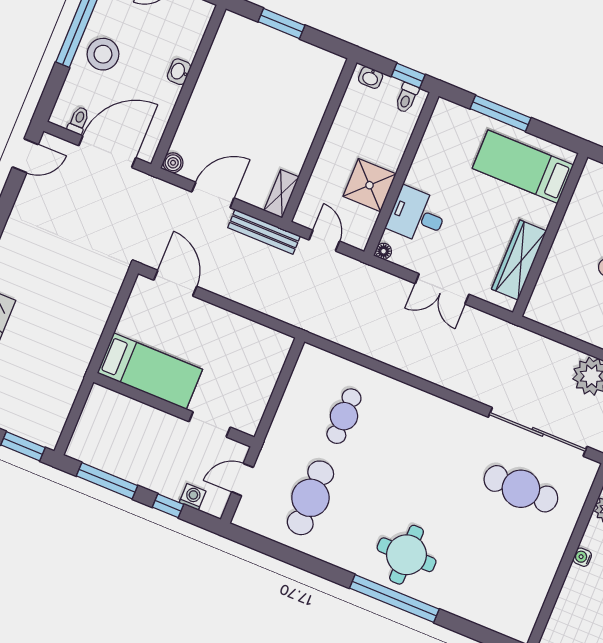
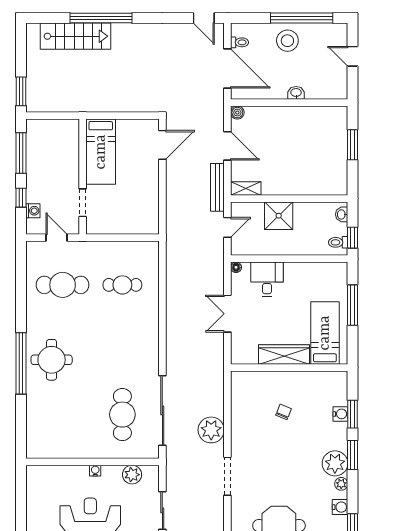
shower: (370, 185) -> (279, 216), moved
wardrobe: (519, 260) -> (284, 355), moved

